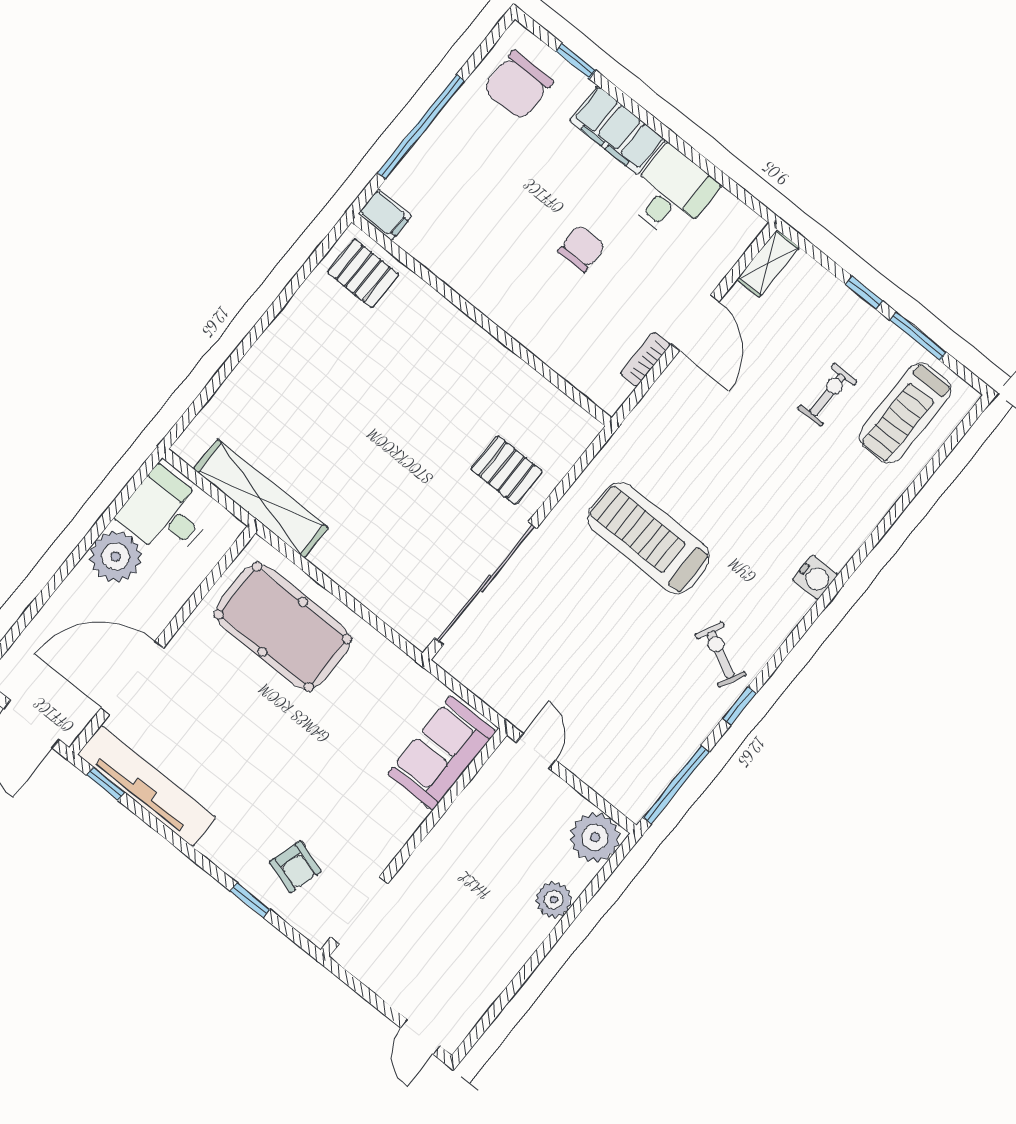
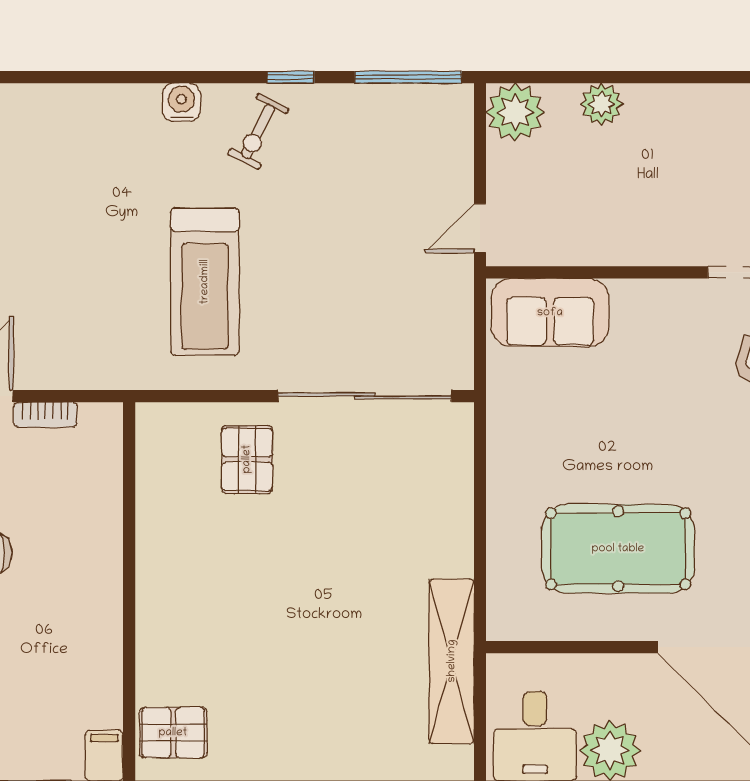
pallet: (363, 273) -> (173, 733), turned 90
water cooler: (815, 577) -> (181, 102), moved
pool table: (283, 627) -> (618, 549), moved, turned 90

